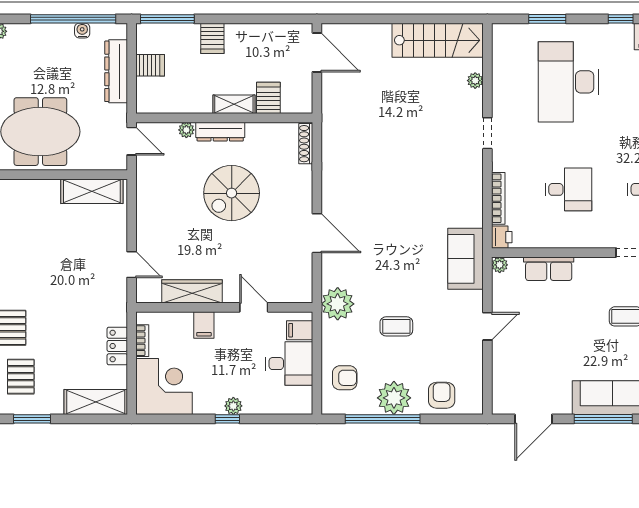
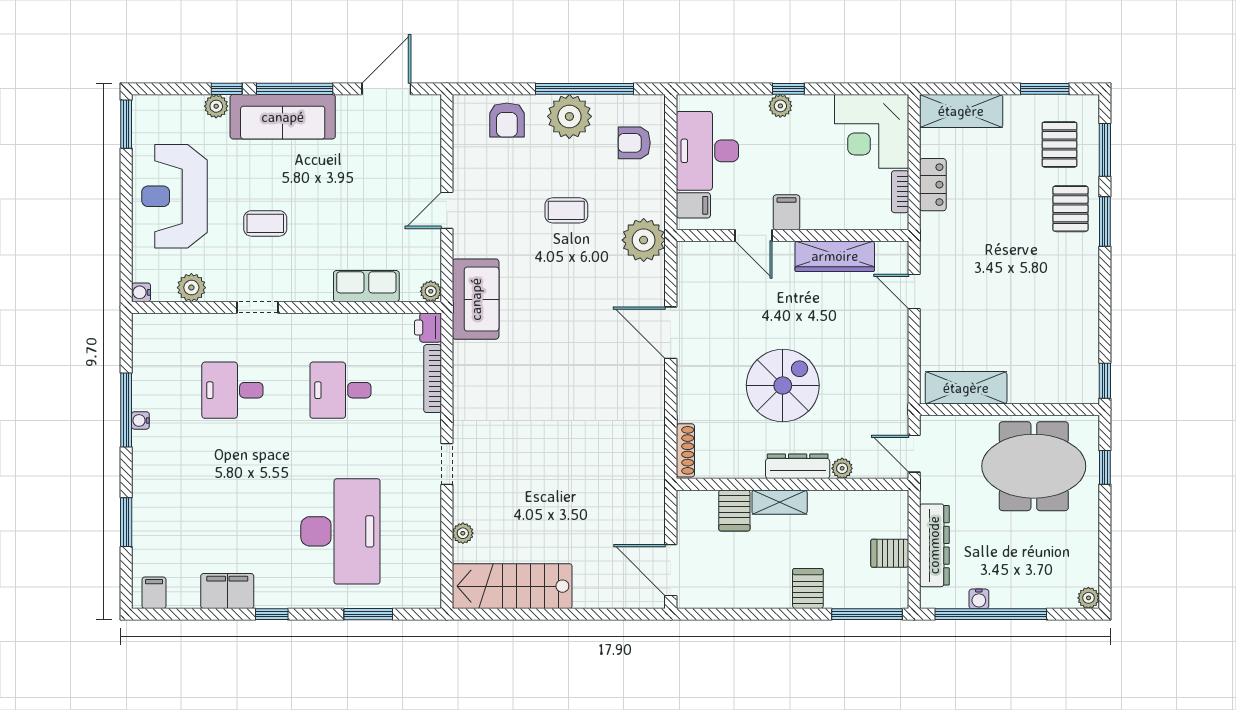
filing cabinet: (204, 325) -> (787, 212), moved
desk: (289, 364) -> (707, 151), width x1.37

